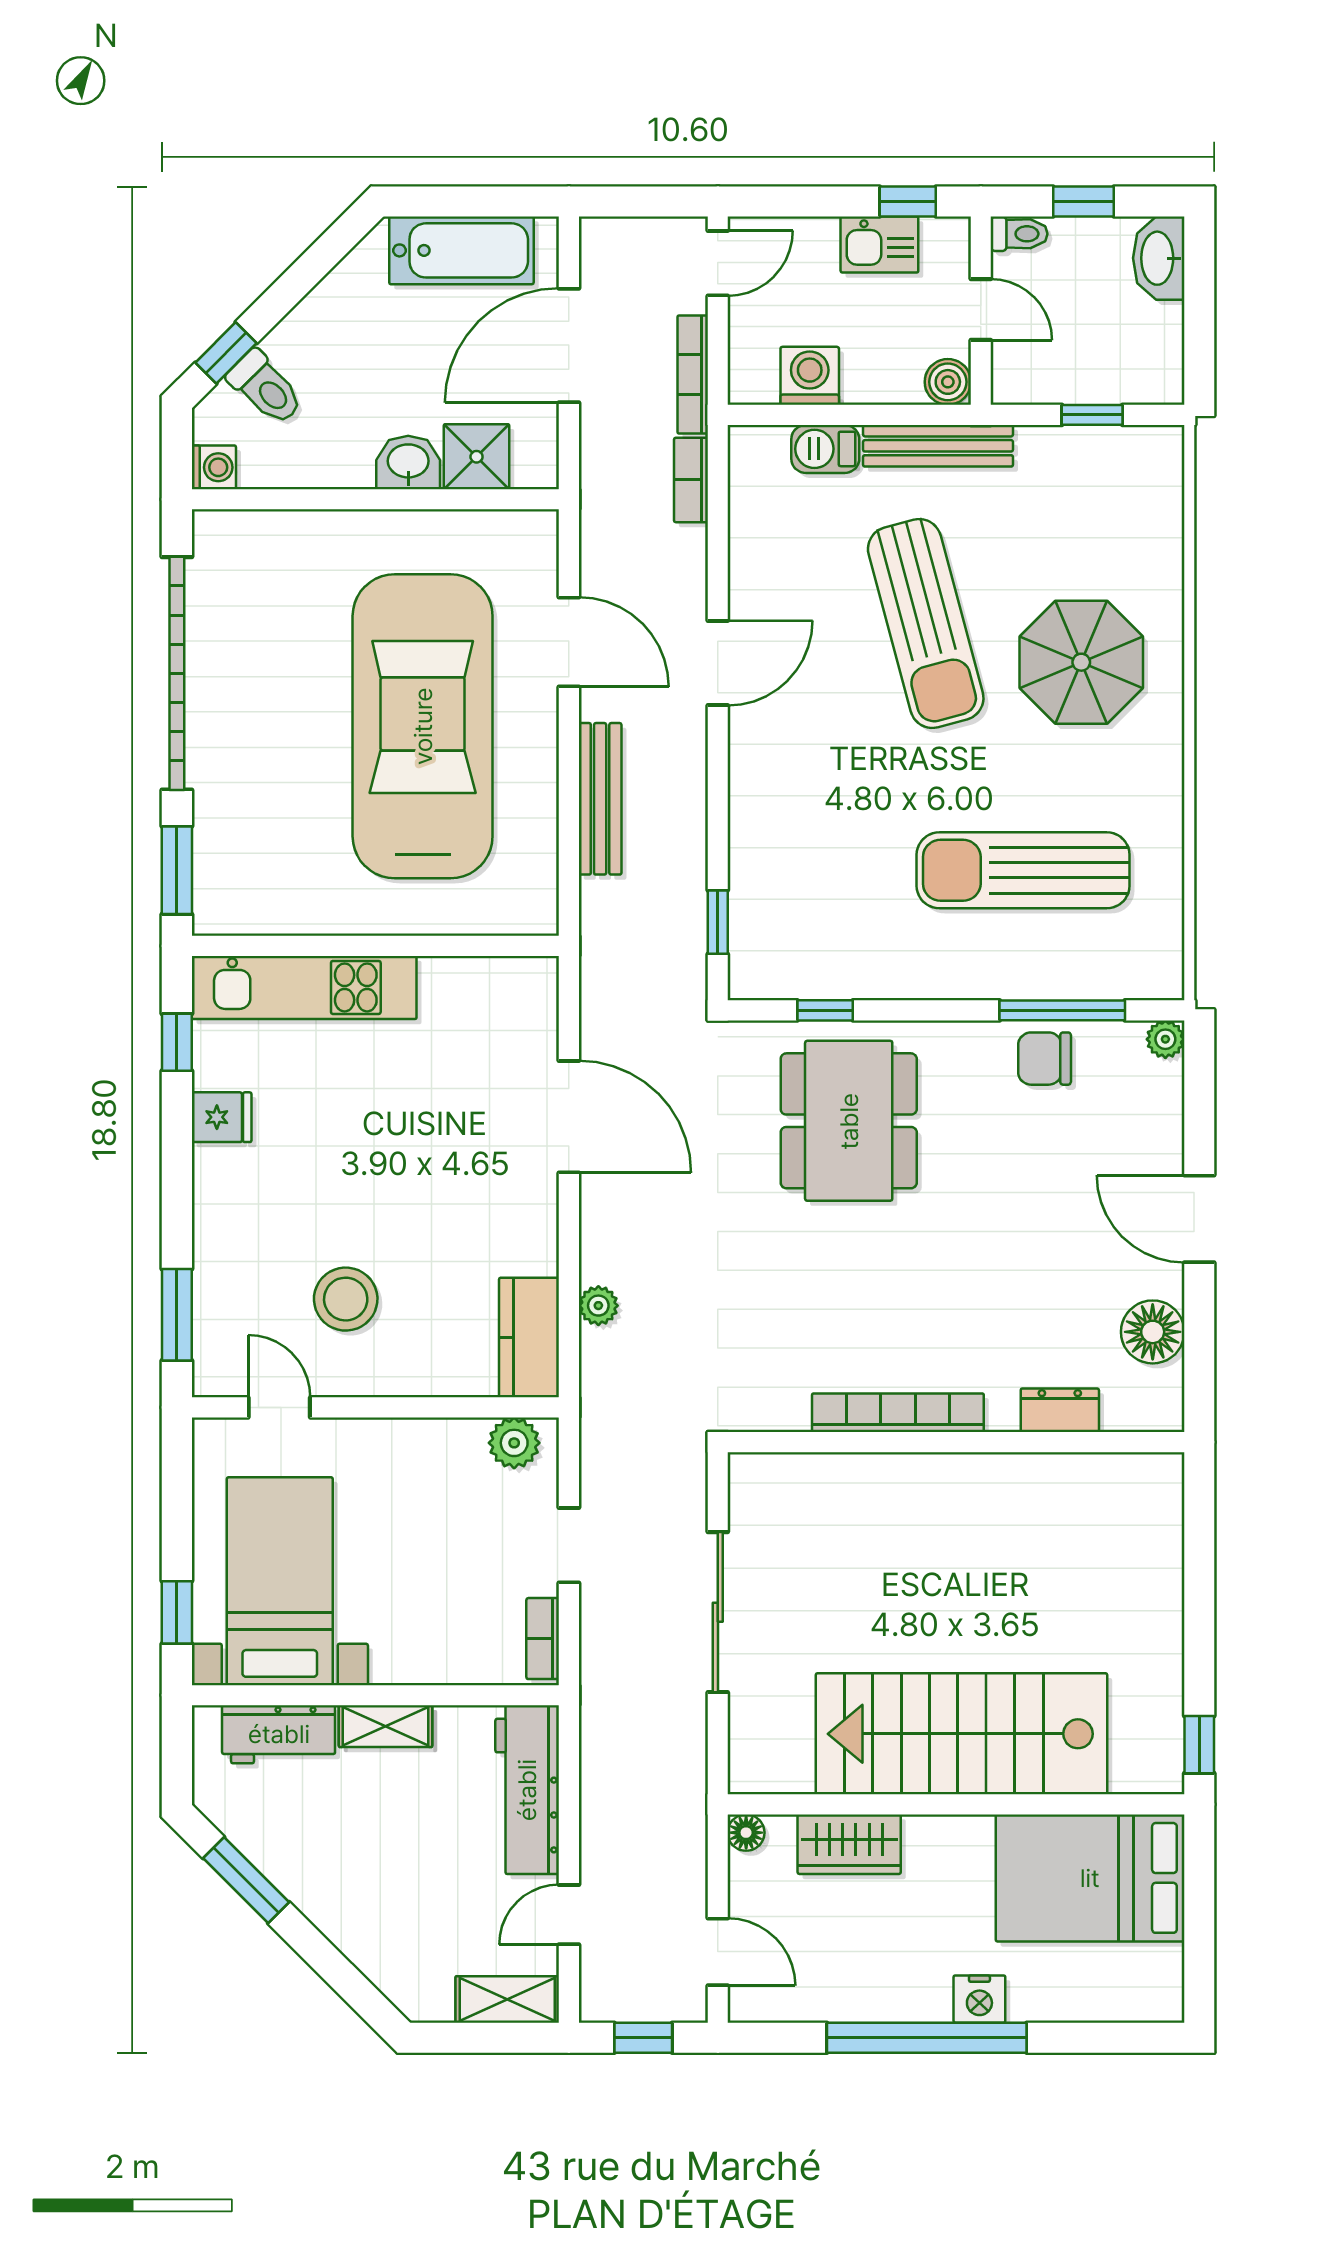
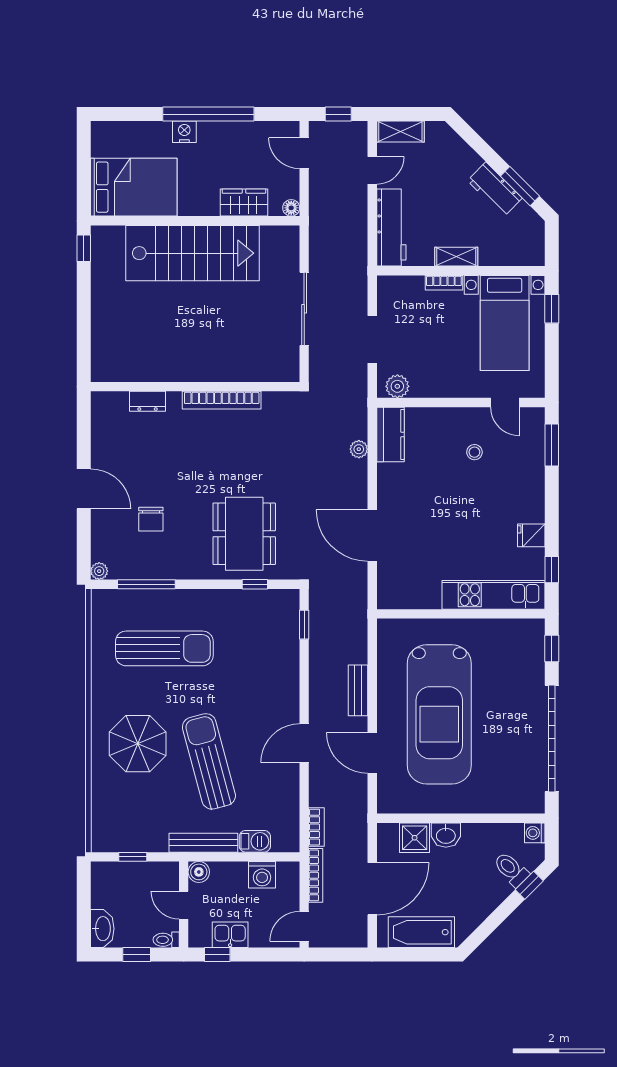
bench: (600, 799) -> (358, 690), width x0.73
window: (177, 870) -> (552, 648), width x0.67
chair: (1045, 1059) -> (151, 519), moved, turned 90
stool: (346, 1299) -> (474, 452), width x0.53, depth x0.53
floor lamp: (1153, 1332) -> (105, 437), removed
doorway: (569, 1545) -> (372, 339), width x1.38
bookcase: (543, 1639) -> (444, 283), moved, turned 90
workbench: (279, 1734) -> (495, 189), moved, turned -135

